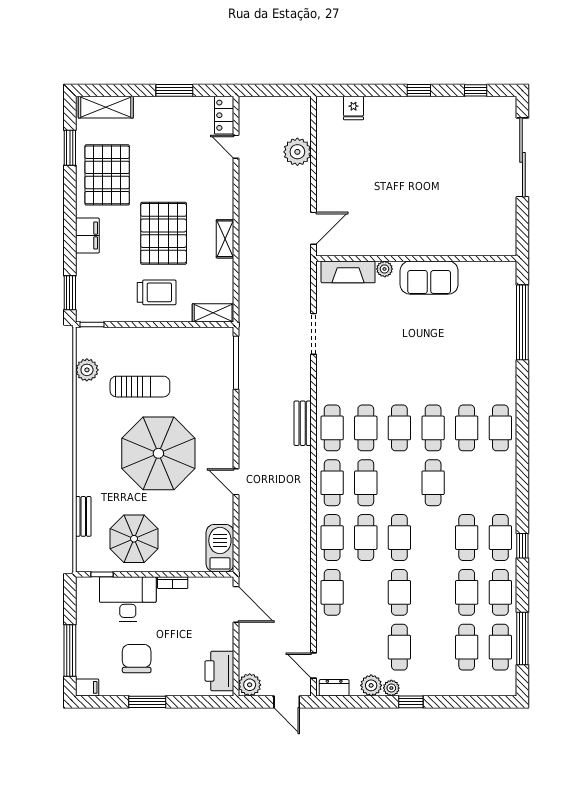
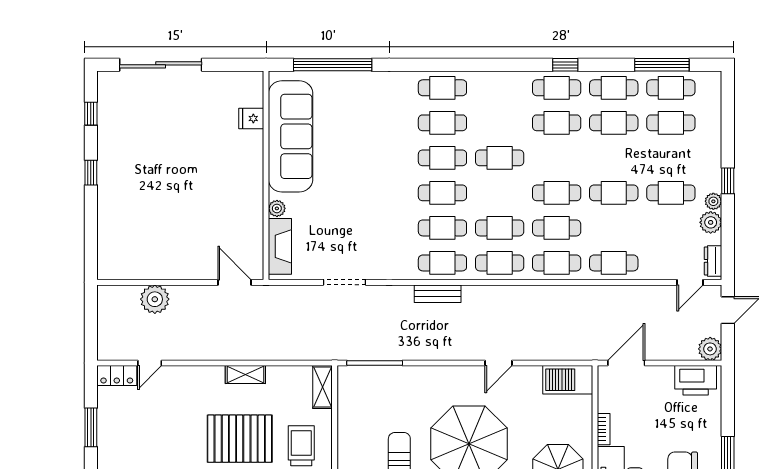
fridge: (353, 108) -> (251, 119), moved, turned 180
sofa: (429, 278) -> (291, 136), width x1.85, depth x1.27

